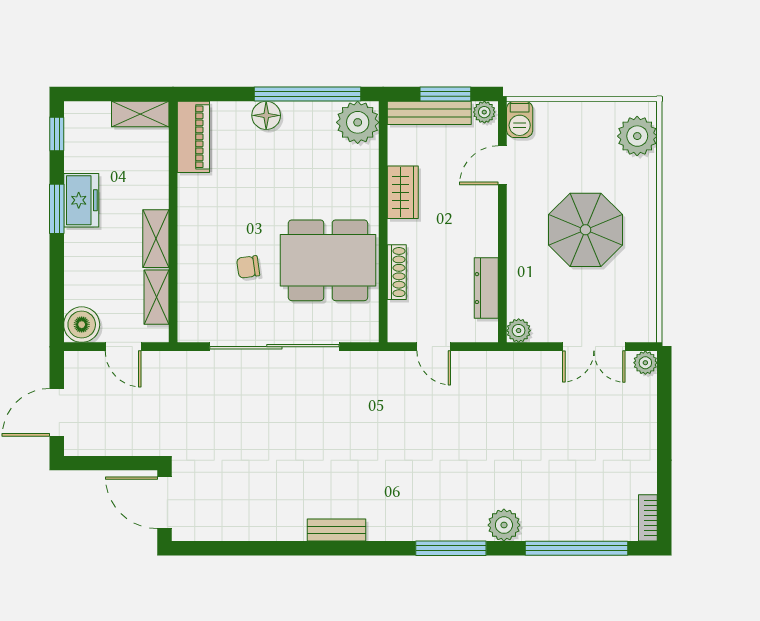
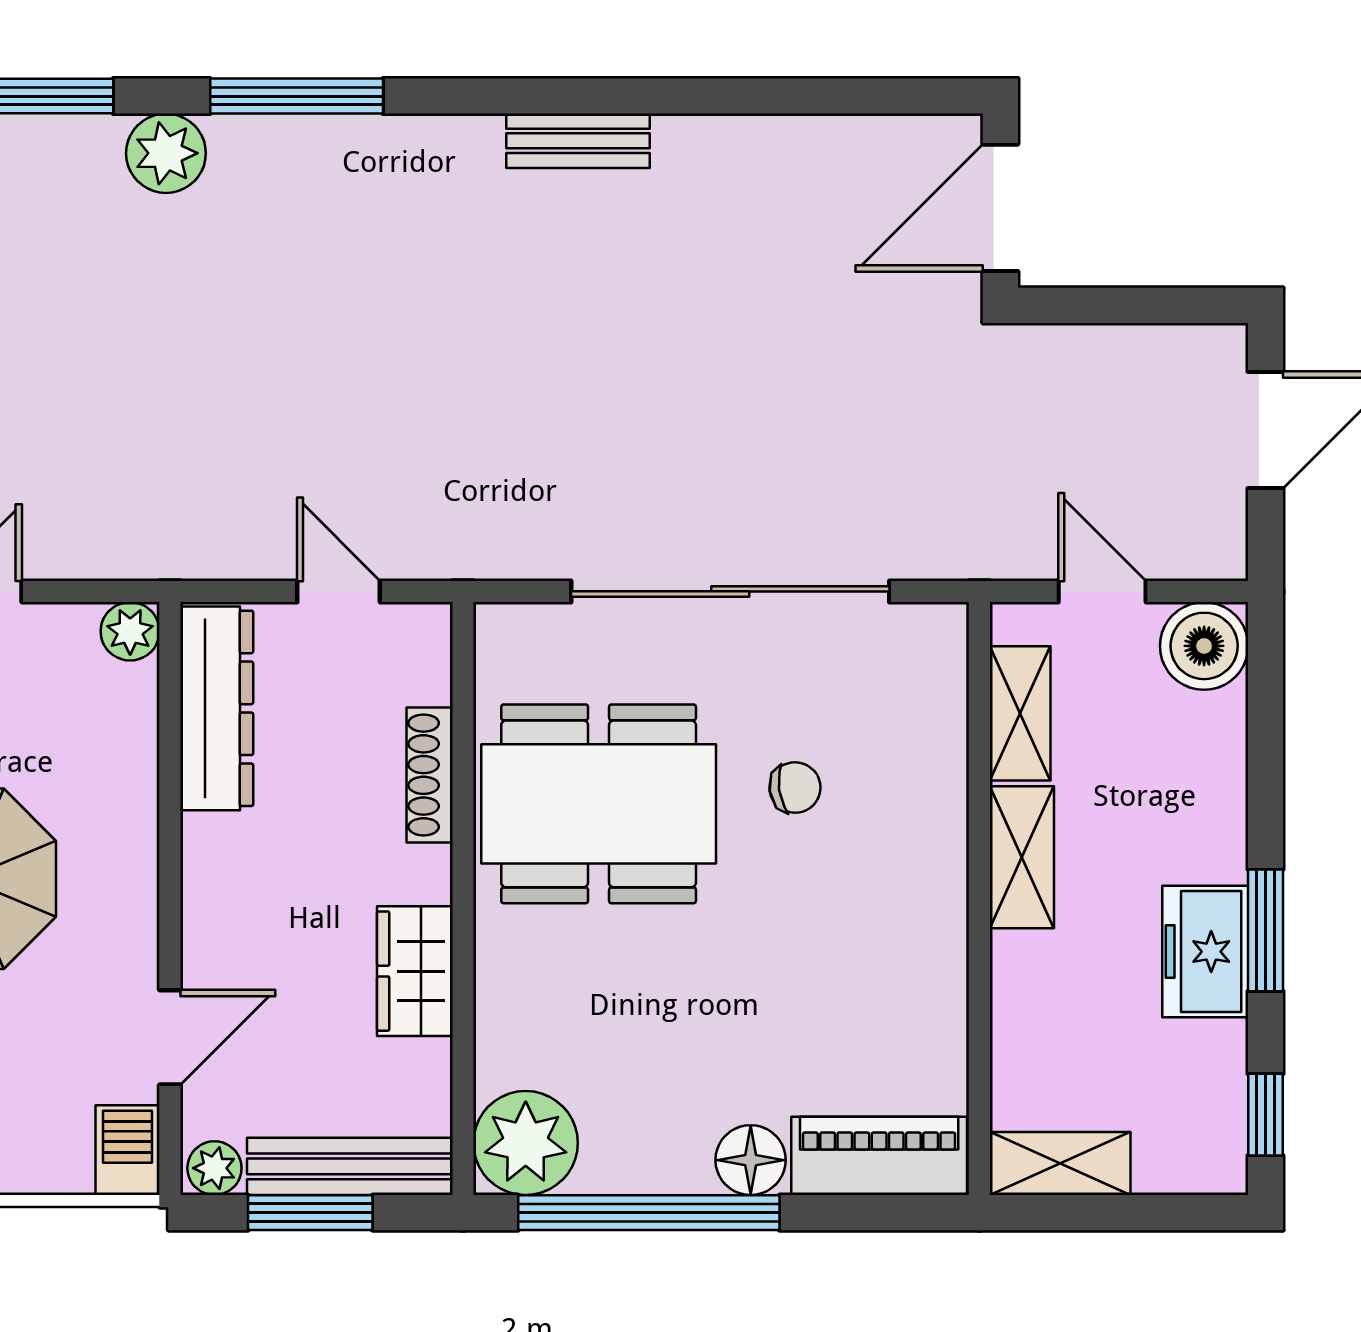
piano: (193, 137) -> (879, 1156), moved, turned 90
dresser: (486, 288) -> (217, 708), width x1.37, depth x1.24
door: (165, 503) -> (1000, 208), swing flipped

